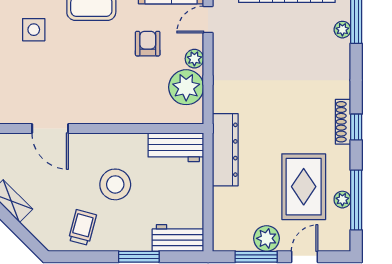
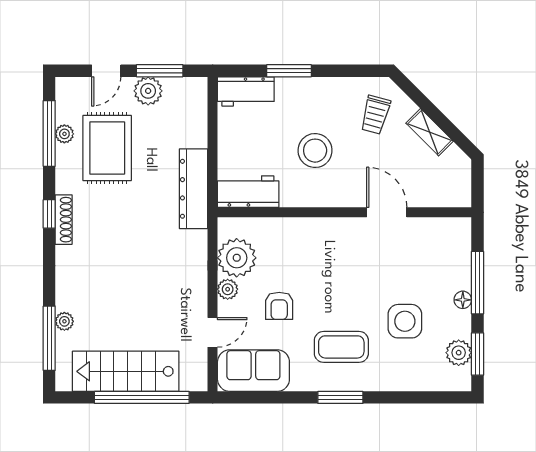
side table: (34, 30) -> (405, 321), width x1.37, depth x1.37
trolley: (82, 227) -> (375, 115), moved

